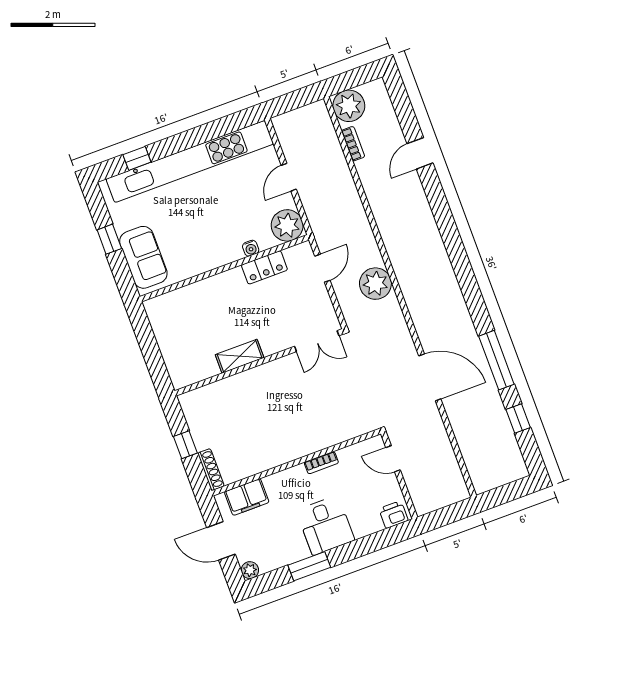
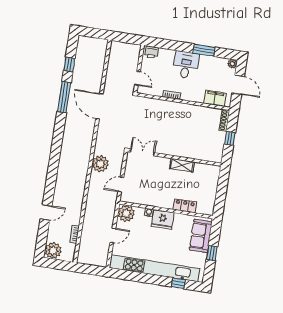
plant: (349, 106) -> (53, 251), moved
fridge: (221, 249) -> (163, 219), added
locker: (264, 267) -> (185, 206), moved

